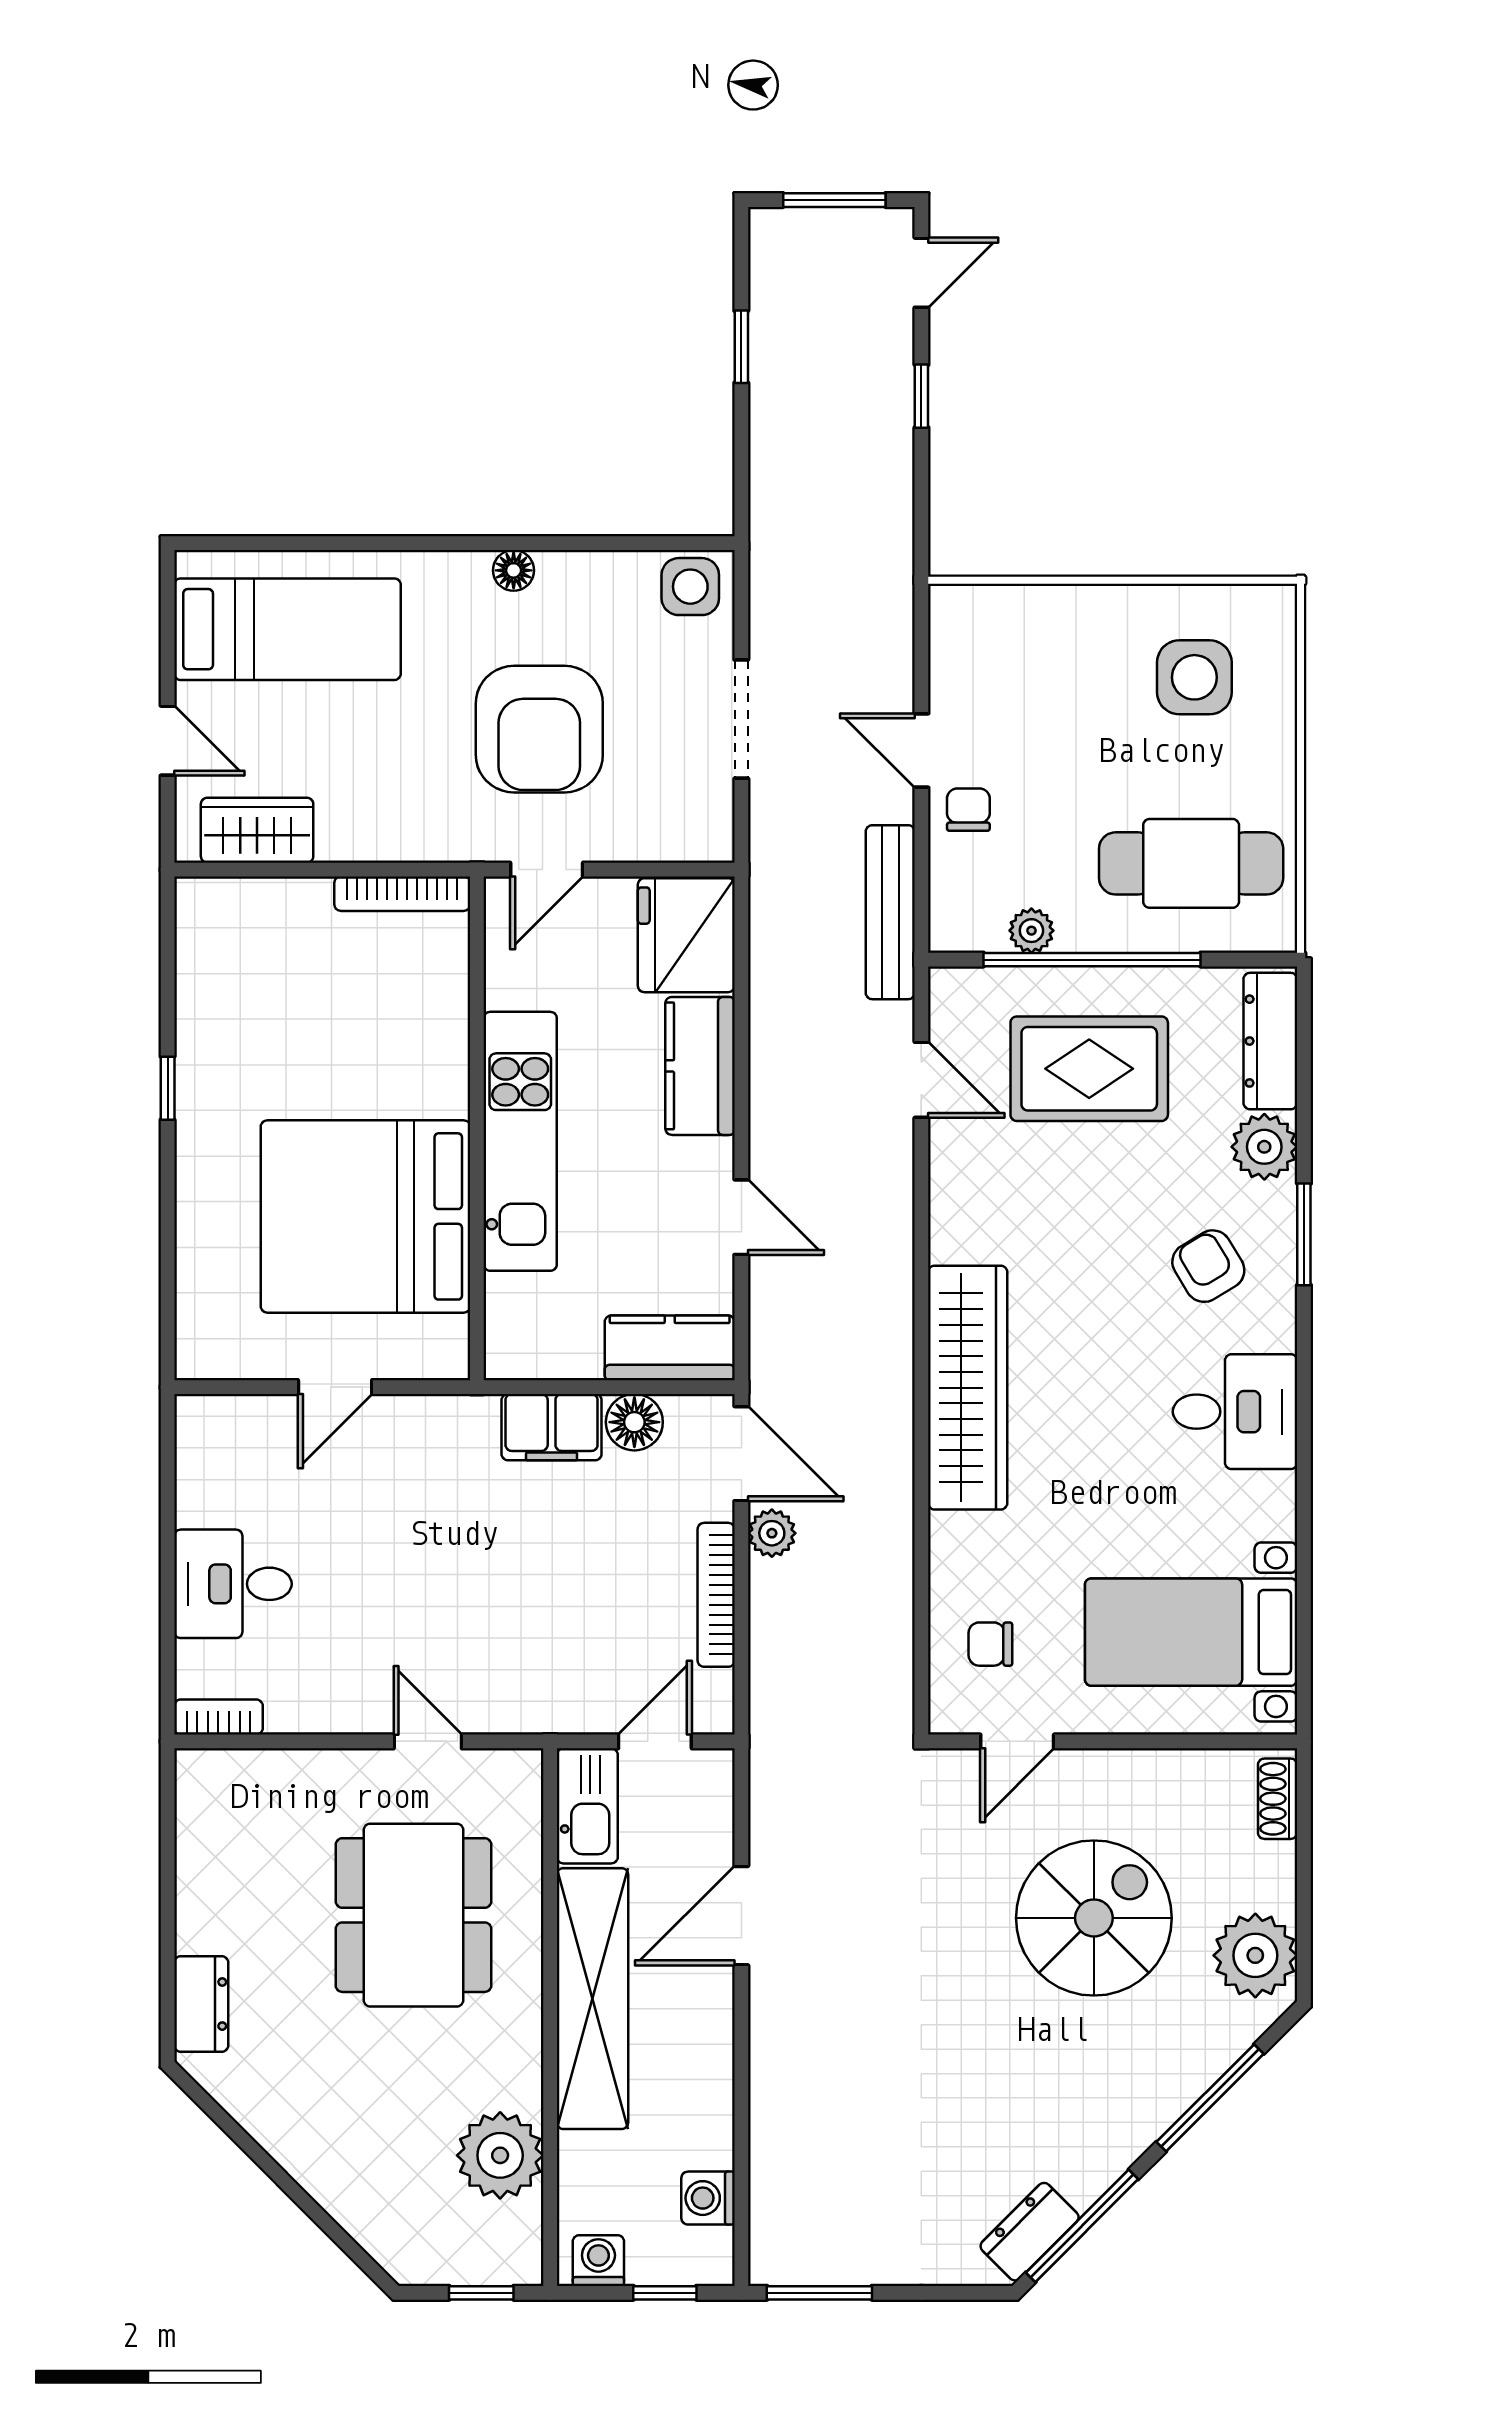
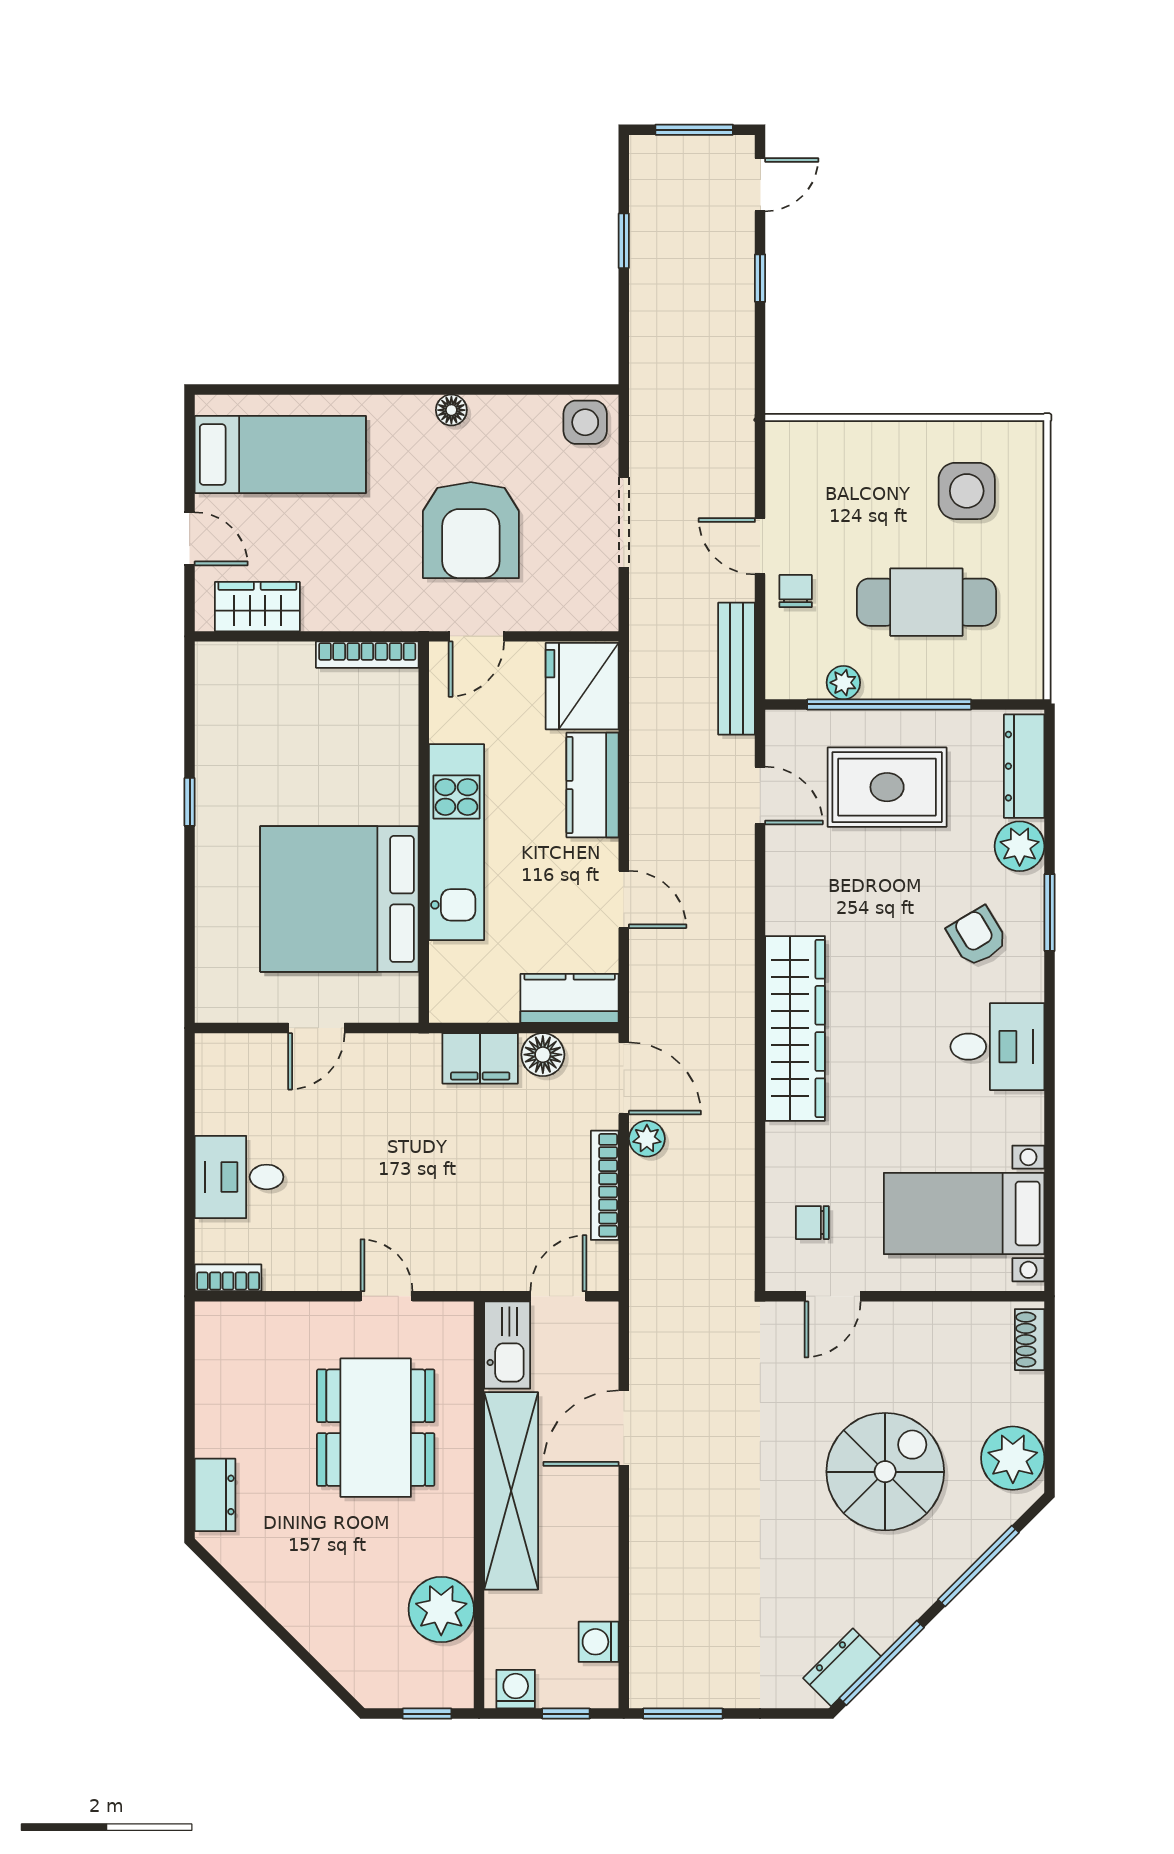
cafe table: (1191, 863) -> (926, 602), moved
spiral stairs: (1094, 1918) -> (885, 1472), moved

